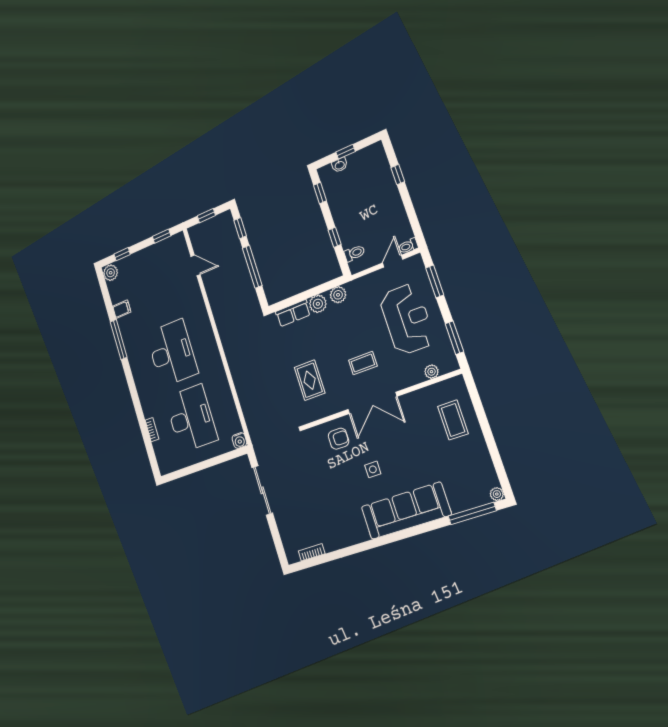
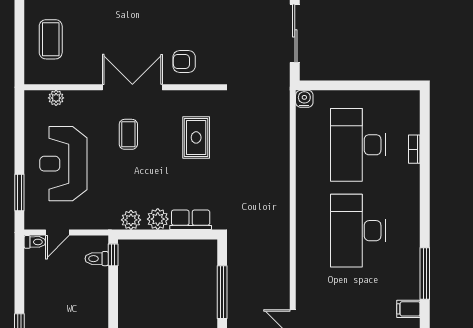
window: (335, 237) -> (113, 255), moved
window: (454, 338) -> (19, 125), removed
coffee table: (363, 363) -> (128, 134), turned 90
side table: (373, 469) -> (156, 16), removed

